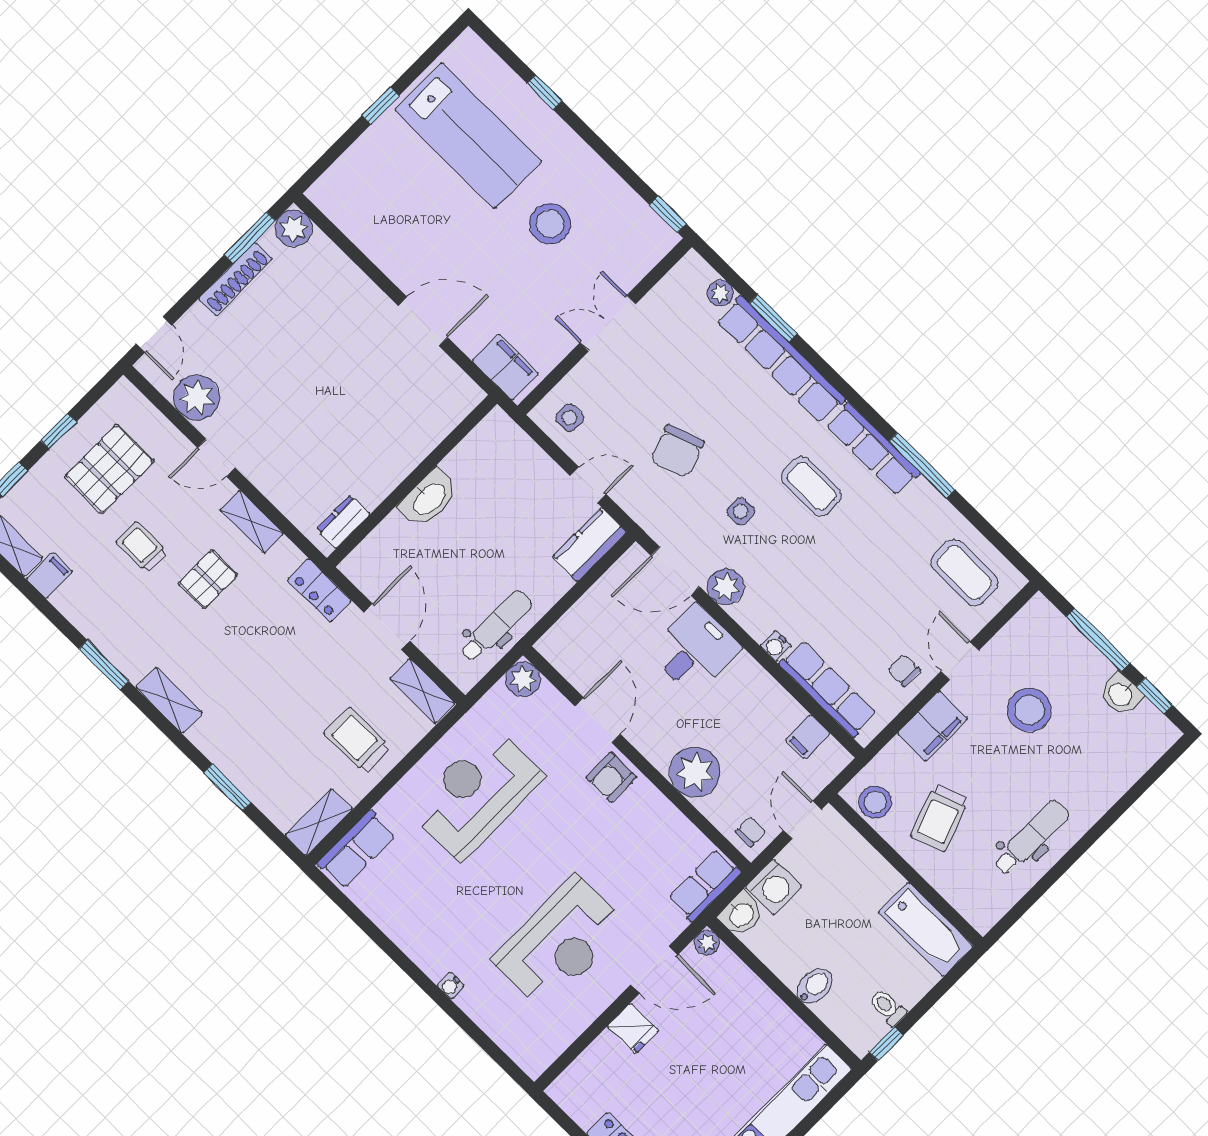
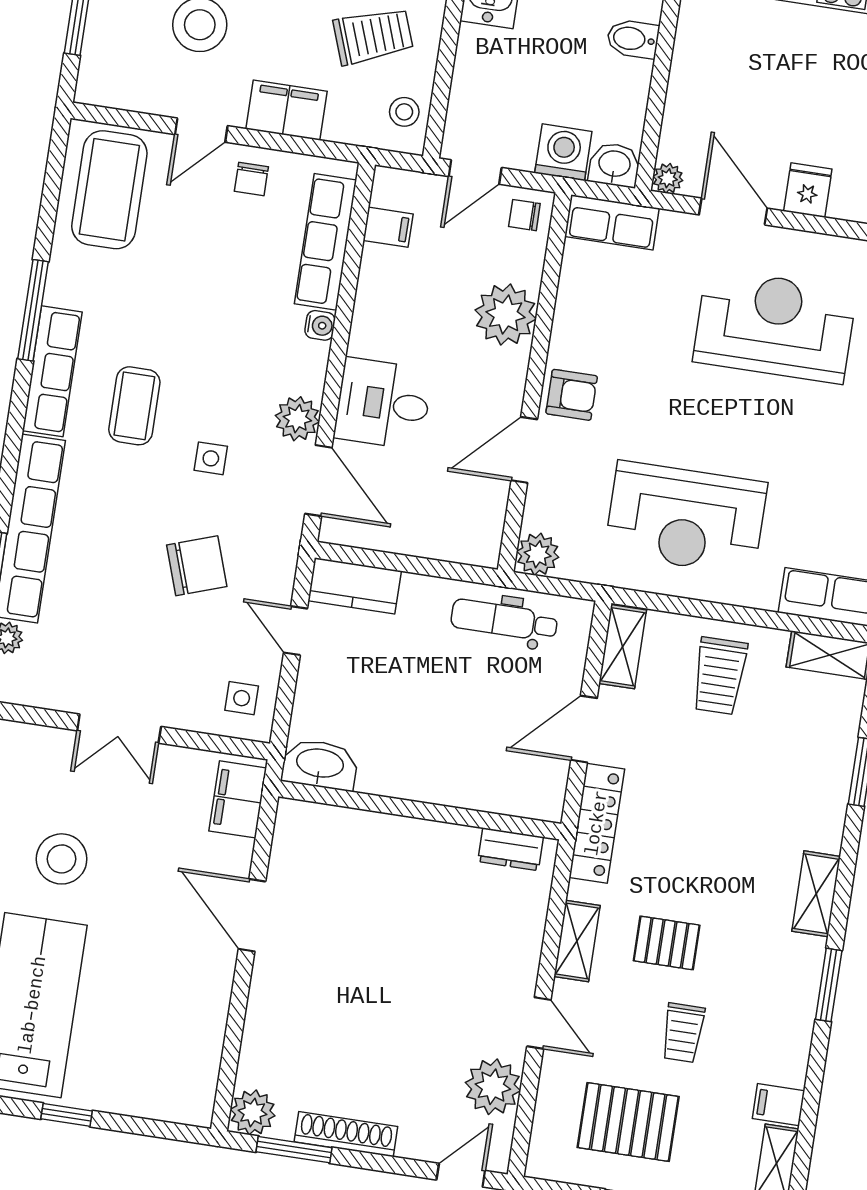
washbasin: (429, 499) -> (320, 764), moved
coffee table: (964, 573) -> (109, 190), width x1.36, depth x1.32
locker: (319, 590) -> (597, 823), width x1.53
stool: (875, 802) -> (404, 112), width x0.73, depth x0.73

